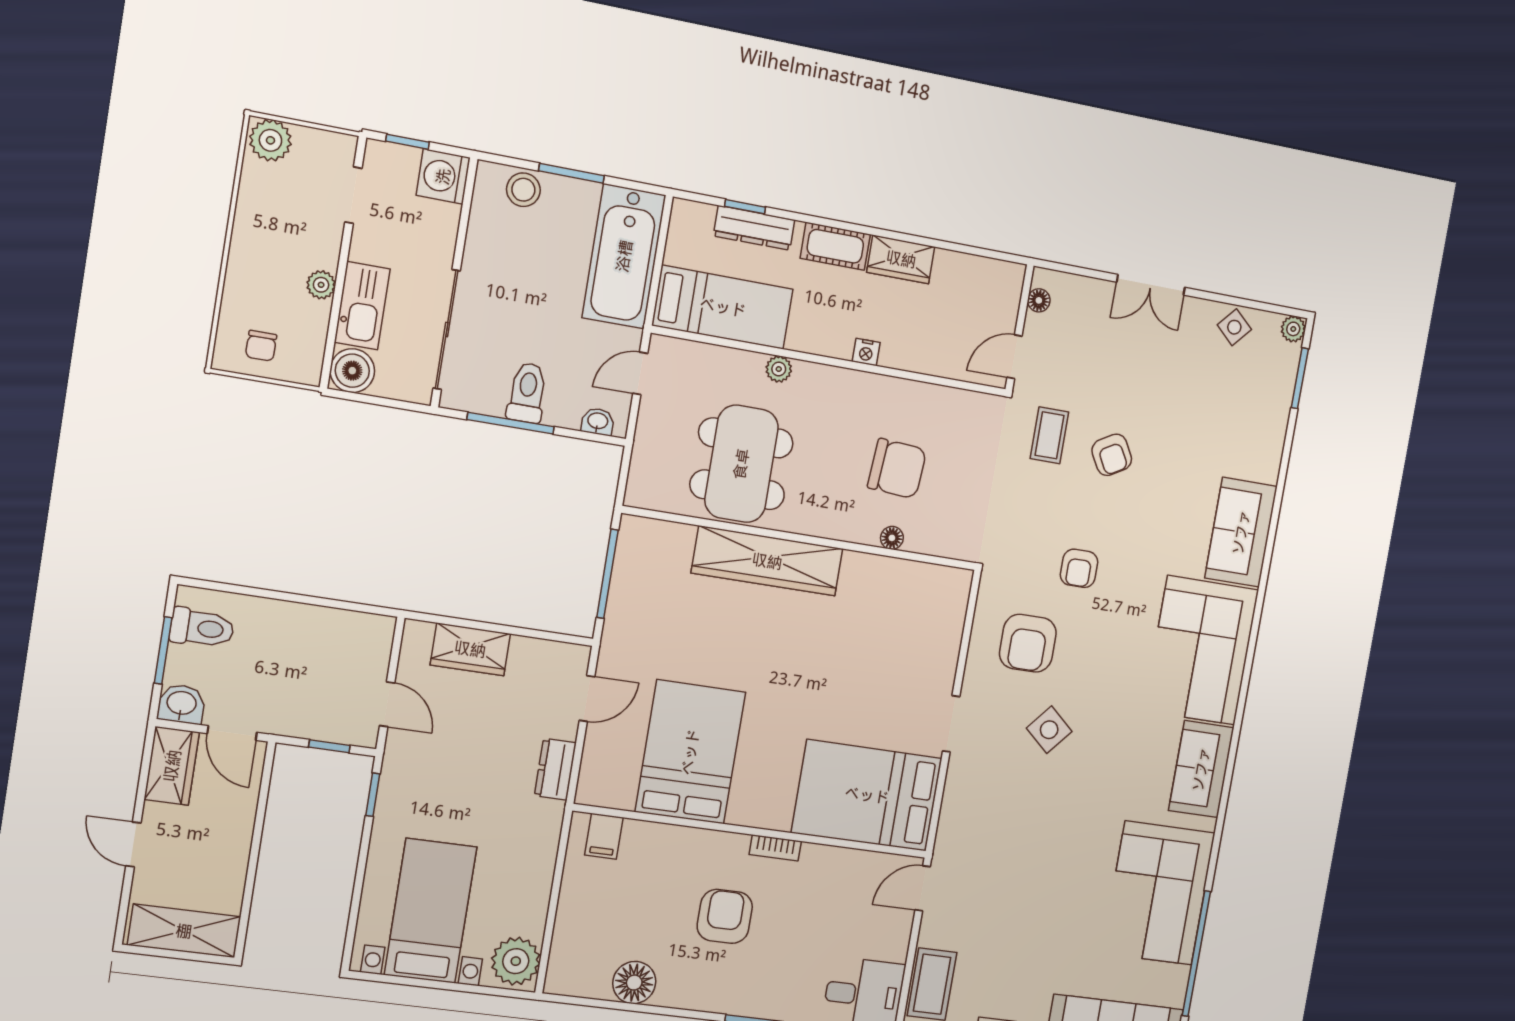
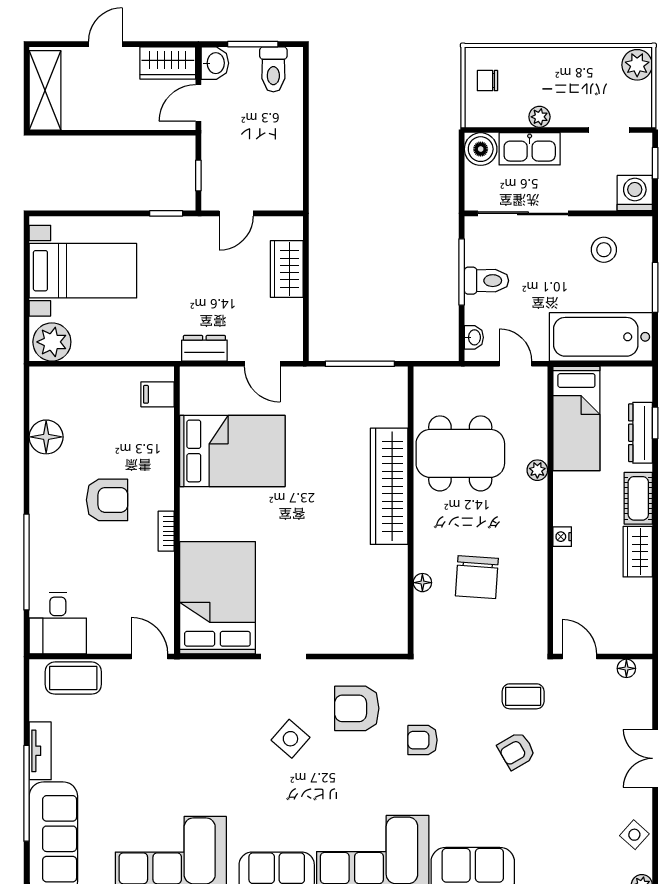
stool: (523, 190) -> (604, 250), moved

